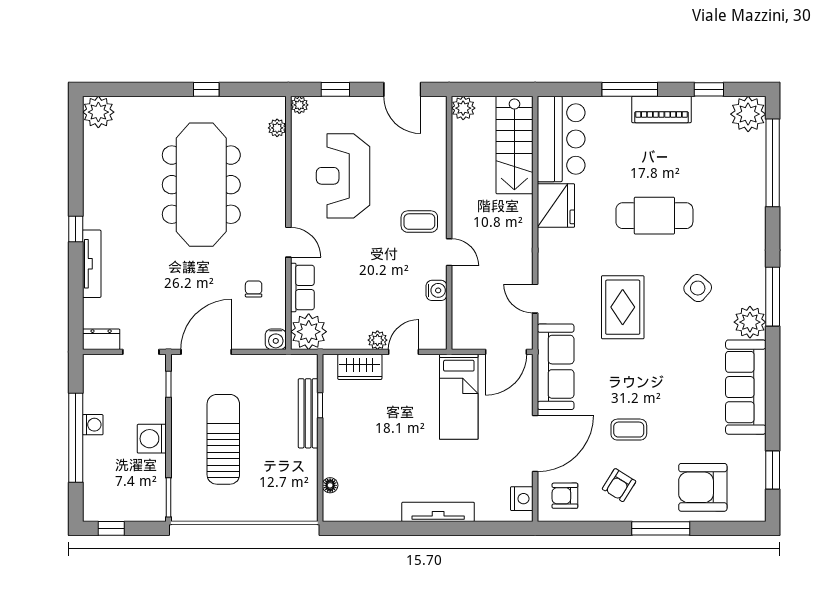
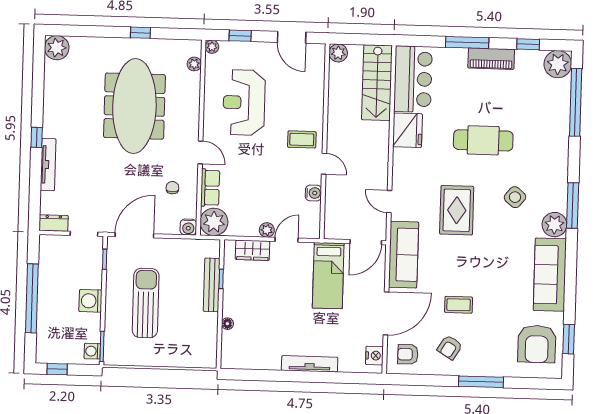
washing machine: (93, 425) -> (92, 351), moved, turned 180
floor lamp: (330, 485) -> (227, 324), moved
armchair: (703, 487) -> (537, 344), moved, turned -90

